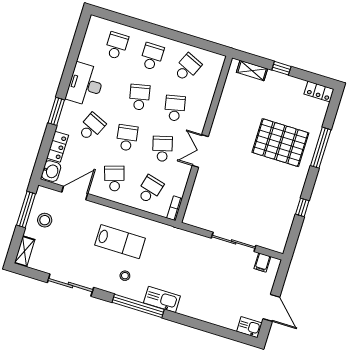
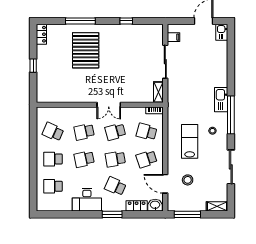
shelving: (252, 71) -> (158, 92), moved
stool: (45, 220) -> (188, 180), moved

